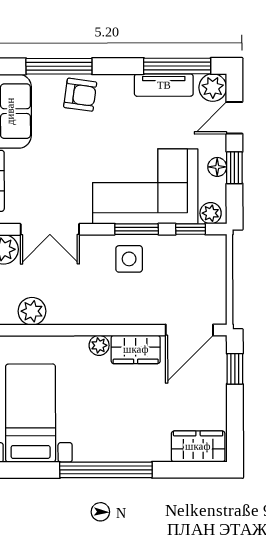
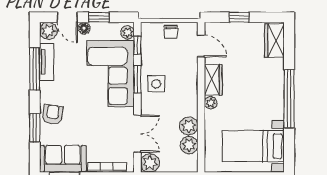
window: (59, 66) -> (35, 128), width x0.69
window: (177, 66) -> (35, 69), moved
floor lamp: (217, 167) -> (84, 28), moved
chair: (212, 282) -> (171, 32), added
plant: (62, 311) -> (189, 126), added
door: (189, 330) -> (201, 46), width x0.73
window: (235, 369) -> (239, 17), moved

